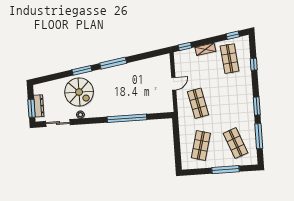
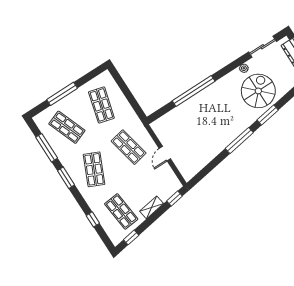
spiral stairs: (79, 92) -> (258, 91), turned 90
shop shelf: (233, 101) -> (94, 169), added

